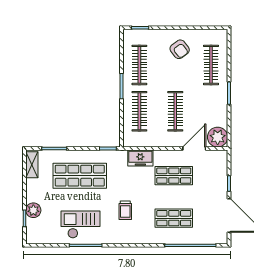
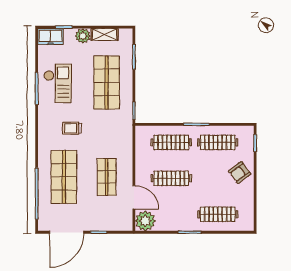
armchair: (180, 49) -> (240, 173), moved
freezer: (140, 158) -> (50, 37), moved, turned -90
shelving: (32, 165) -> (105, 34), moved
plant: (33, 210) -> (83, 36), moved
shop shelf: (174, 218) -> (64, 177), width x1.43, depth x1.36

